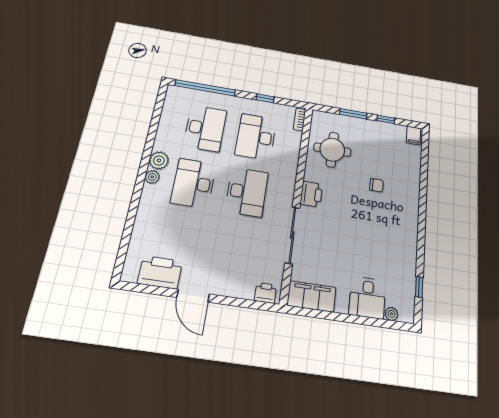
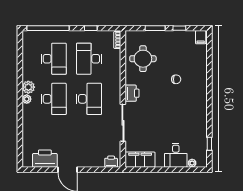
desk: (194, 183) -> (54, 99), turned 180

